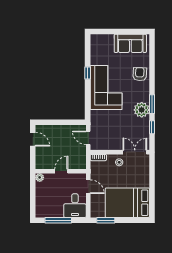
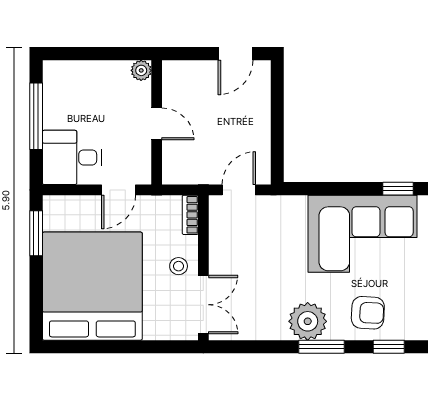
armchair: (140, 74) -> (368, 313), moved
window: (152, 127) -> (389, 347), moved
bed: (127, 203) -> (92, 286), width x1.36

